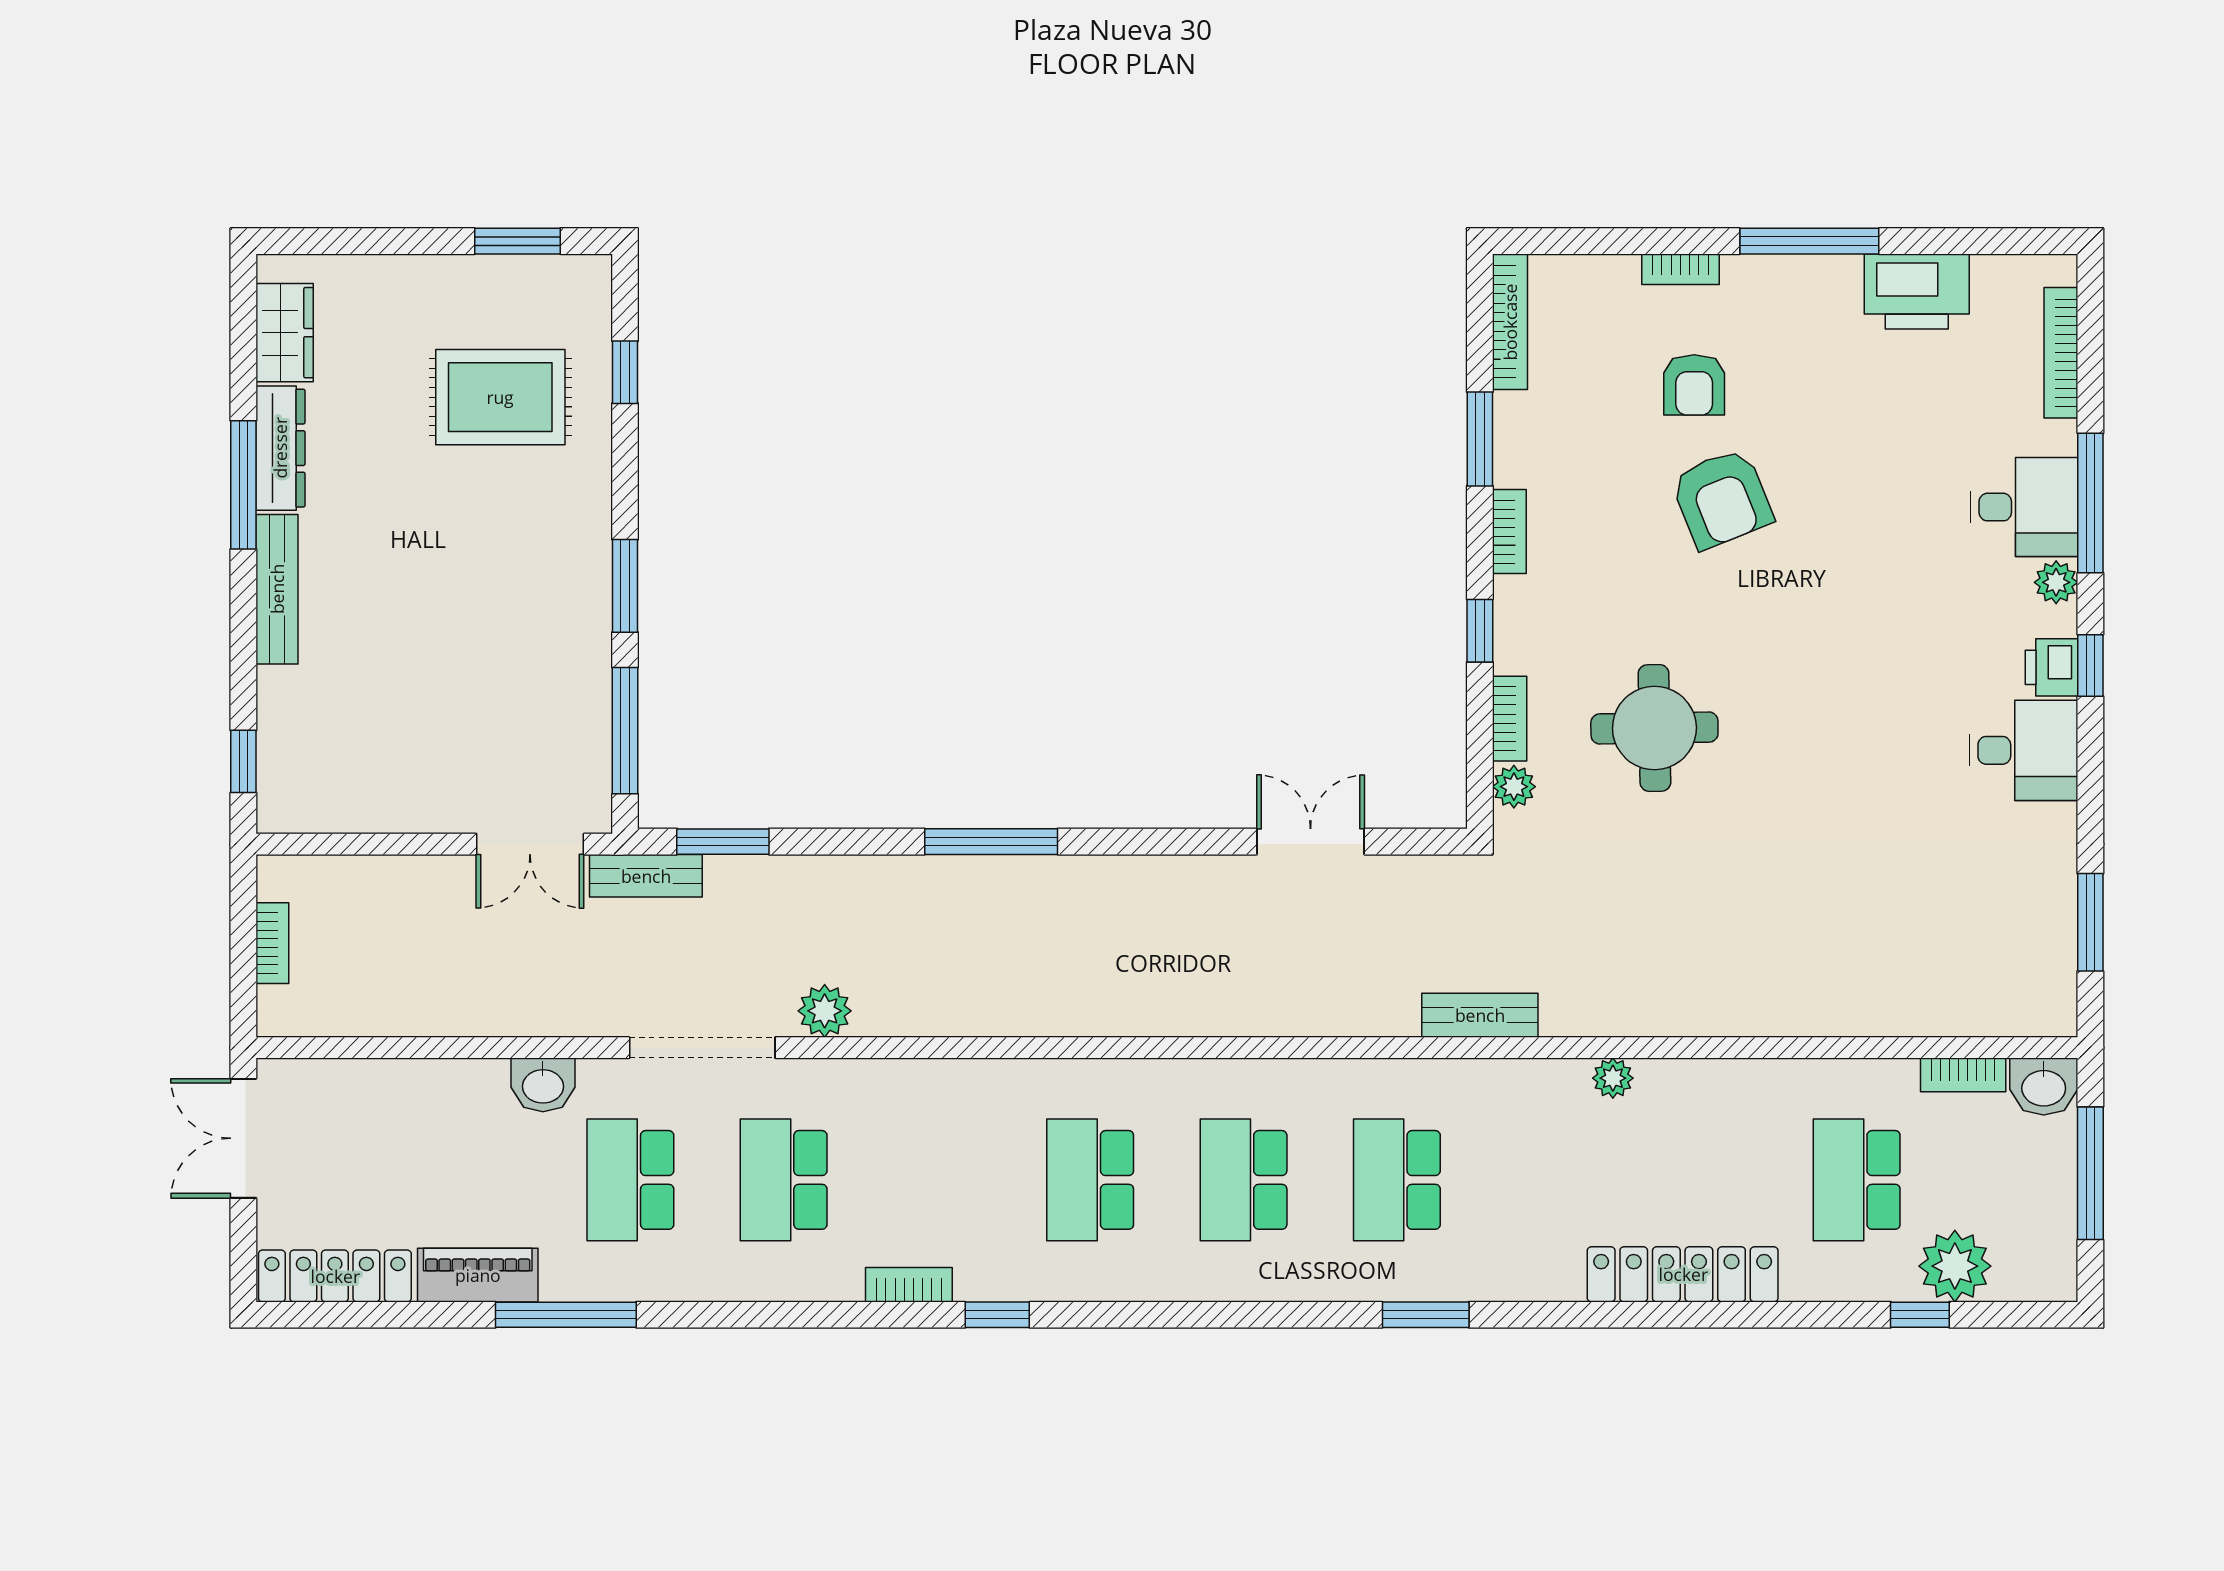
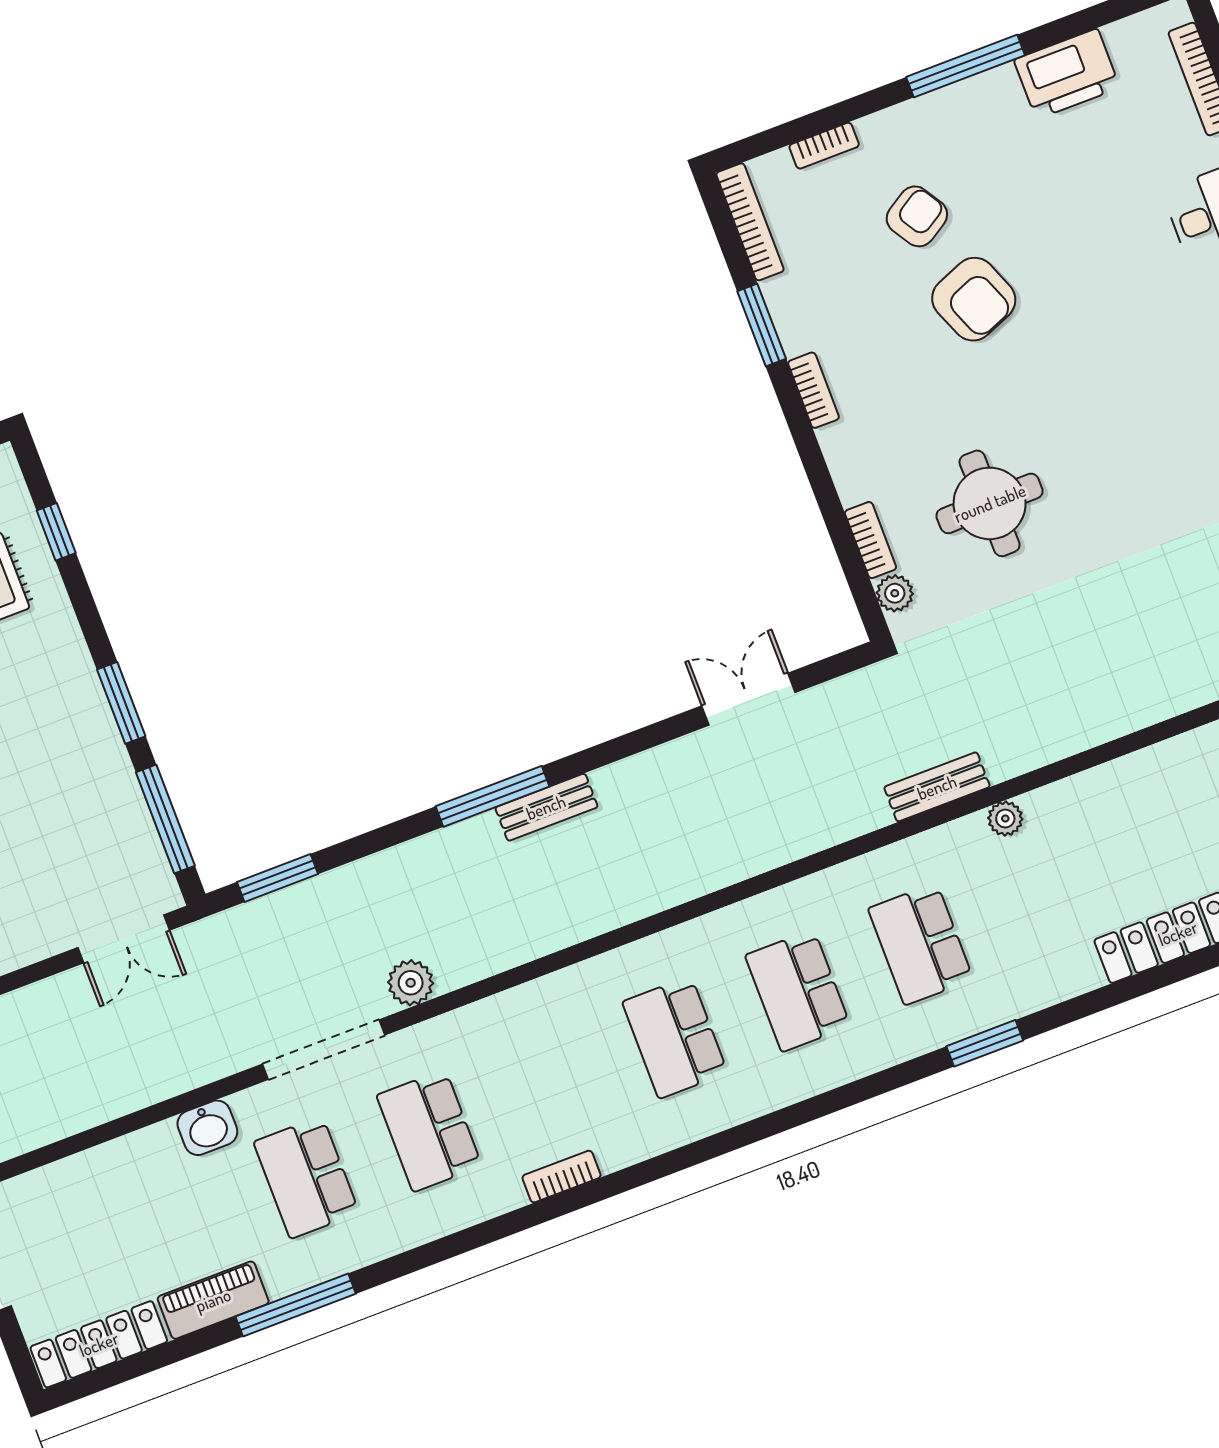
bookcase: (1680, 269) -> (824, 146), moved
armchair: (1694, 385) -> (917, 216), turned -122
window: (1480, 631) -> (820, 479), removed
bench: (646, 876) -> (546, 807), moved
plant: (1613, 1078) -> (1005, 819), moved
window: (997, 1315) -> (641, 1174), removed

